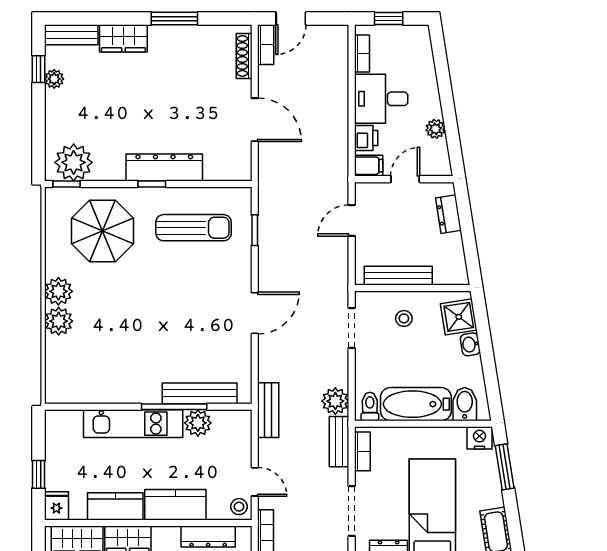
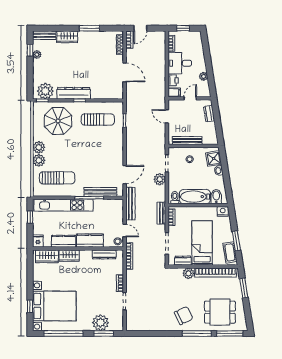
dresser: (164, 167) -> (74, 93), moved
door: (352, 220) -> (167, 116), hinge flipped
door: (255, 313) -> (125, 175), moved
sun lounger: (100, 361) -> (57, 178), added
plant: (335, 401) -> (160, 179), moved
bench: (268, 410) -> (130, 204), width x1.36
plant: (198, 423) -> (100, 205), removed
kitchen unit: (133, 424) -> (63, 205), width x1.36
window: (505, 467) -> (236, 241), moved
window: (39, 474) -> (30, 217), moved

